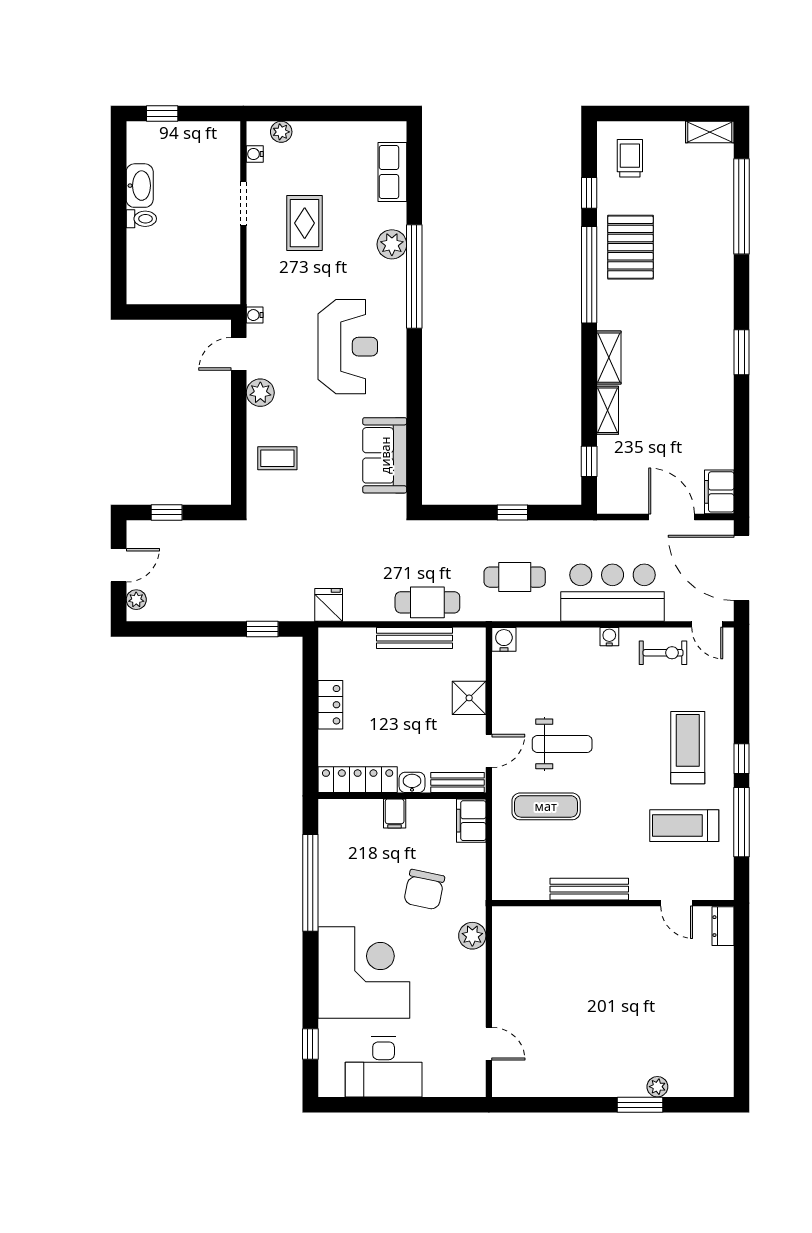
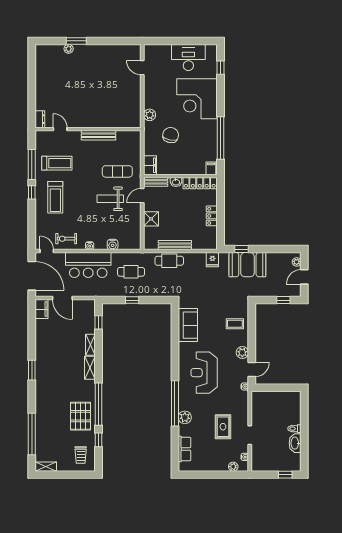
booth: (249, 593) -> (247, 265), added
water cooler: (504, 639) -> (113, 244), moved
filing cabinet: (395, 813) -> (211, 168), moved

